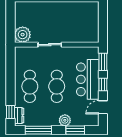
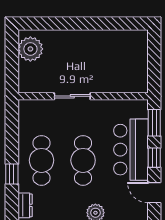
plant: (23, 35) -> (30, 49), moved
door: (103, 107) -> (154, 193), hinge flipped
window: (11, 112) -> (12, 174), moved

